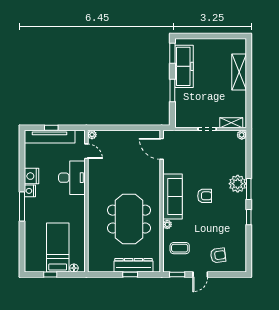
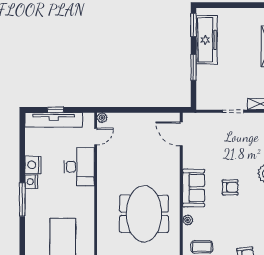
door: (86, 151) -> (96, 137), hinge flipped
sofa: (172, 196) -> (194, 188), width x0.73

